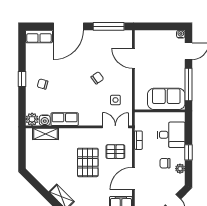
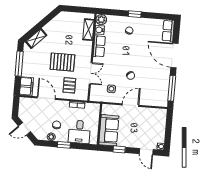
door: (133, 58) -> (130, 105), moved
window: (189, 85) -> (119, 149), width x0.46
double door: (115, 127) -> (91, 73), moved

